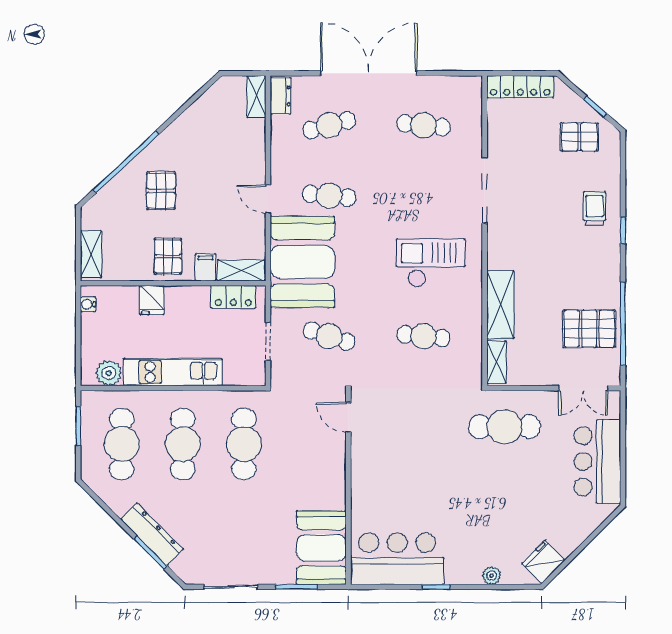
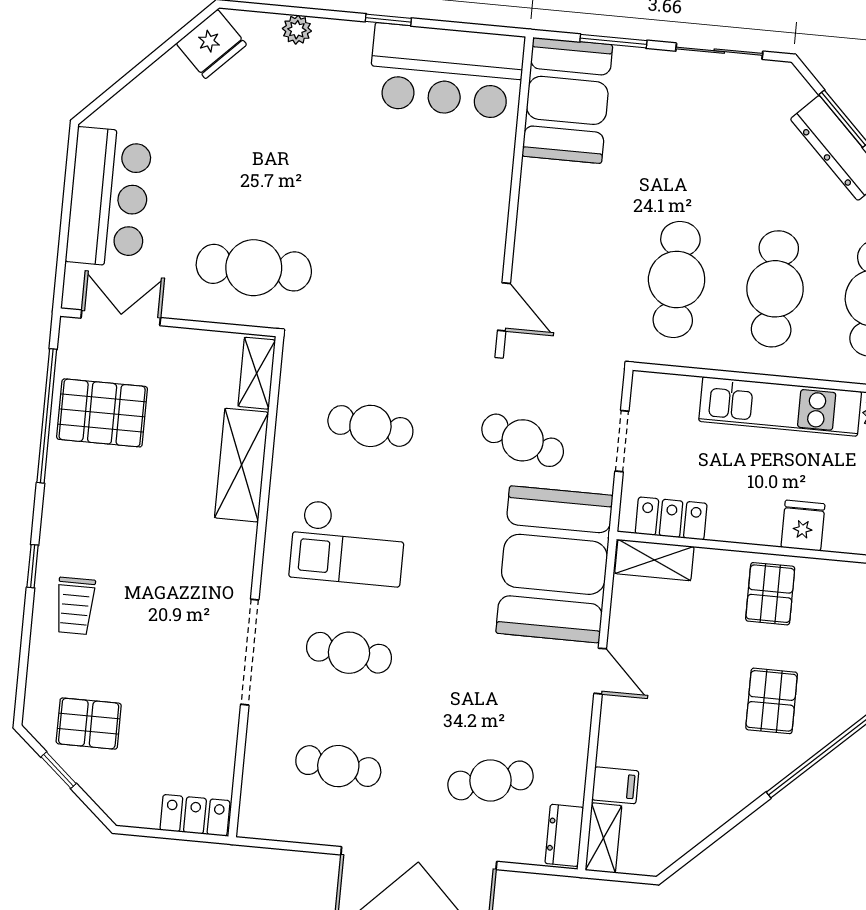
locker: (520, 87) -> (195, 815), width x0.66
cafe table: (329, 196) -> (349, 653), moved
filing cabinet: (205, 267) -> (615, 785), moved, turned -90

